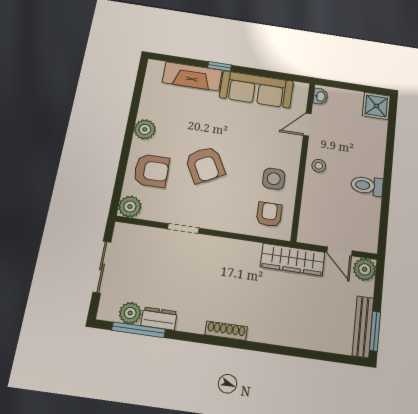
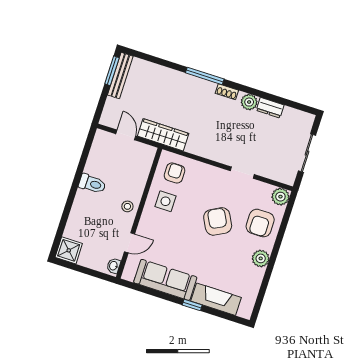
armchair: (151, 171) -> (260, 223), turned -90
armchair: (269, 214) -> (174, 173), turned 180
plant: (365, 269) -> (109, 118), removed
plant: (130, 313) -> (249, 102), moved
window: (139, 330) -> (205, 76), moved
shoe rack: (226, 331) -> (227, 92), width x0.70

